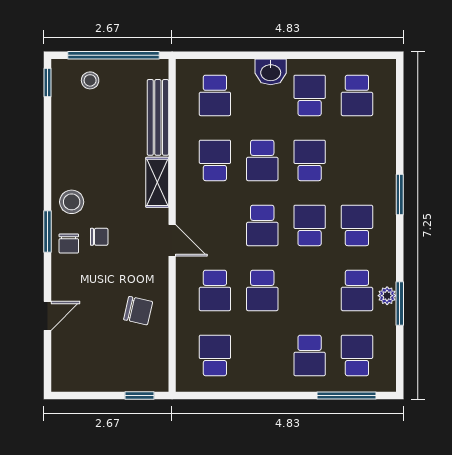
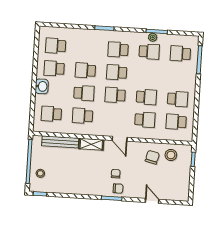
school desk: (215, 95) -> (51, 114), turned 180
school desk: (357, 95) -> (56, 46), turned 180
stool: (72, 202) -> (171, 155), moved
school desk: (262, 225) -> (115, 95), turned 180
door: (172, 240) -> (120, 139), swing flipped
school desk: (310, 355) -> (178, 99), moved

